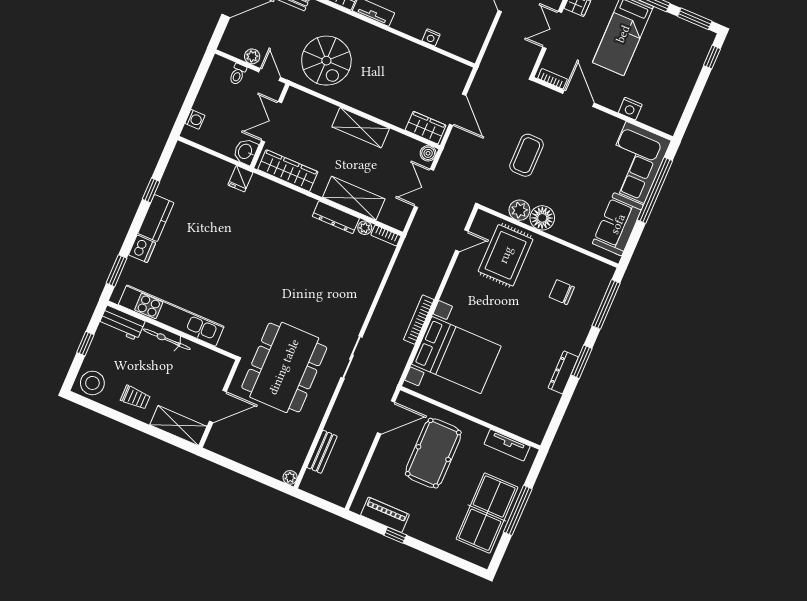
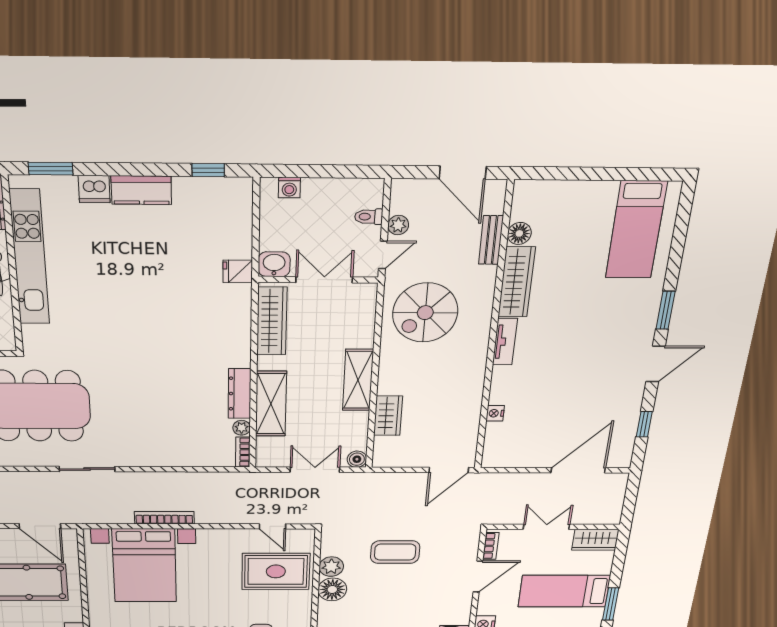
door: (458, 110) -> (449, 470), moved
wardrobe: (426, 128) -> (388, 416), moved
window: (151, 190) -> (208, 170), moved

